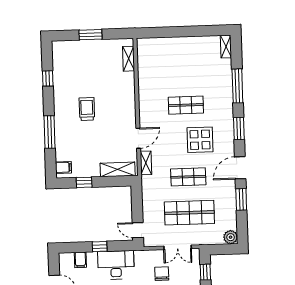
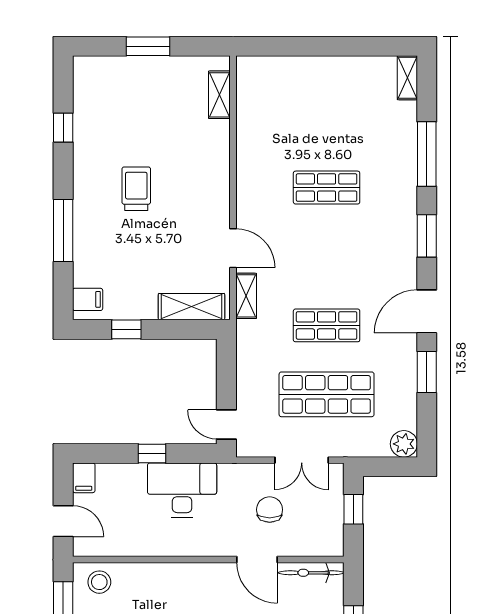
door: (138, 138) -> (233, 248), hinge flipped
display table: (200, 140) -> (351, 255), removed
filing cabinet: (80, 260) -> (84, 478), moved

